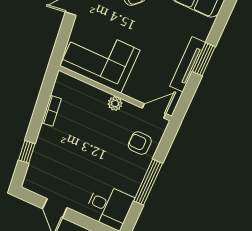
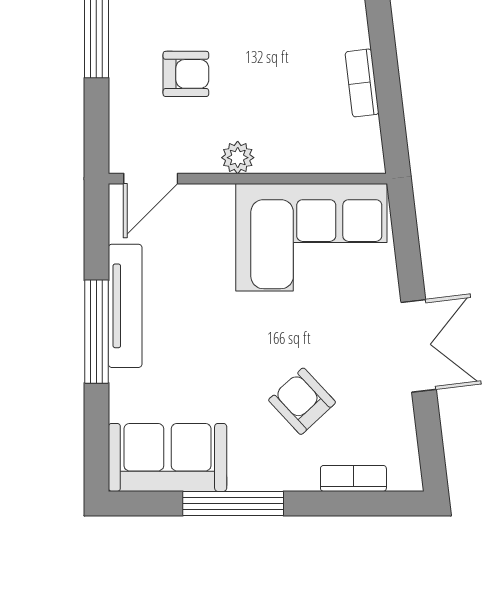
window: (204, 59) -> (96, 332), width x1.44
armchair: (140, 143) -> (186, 74), moved

